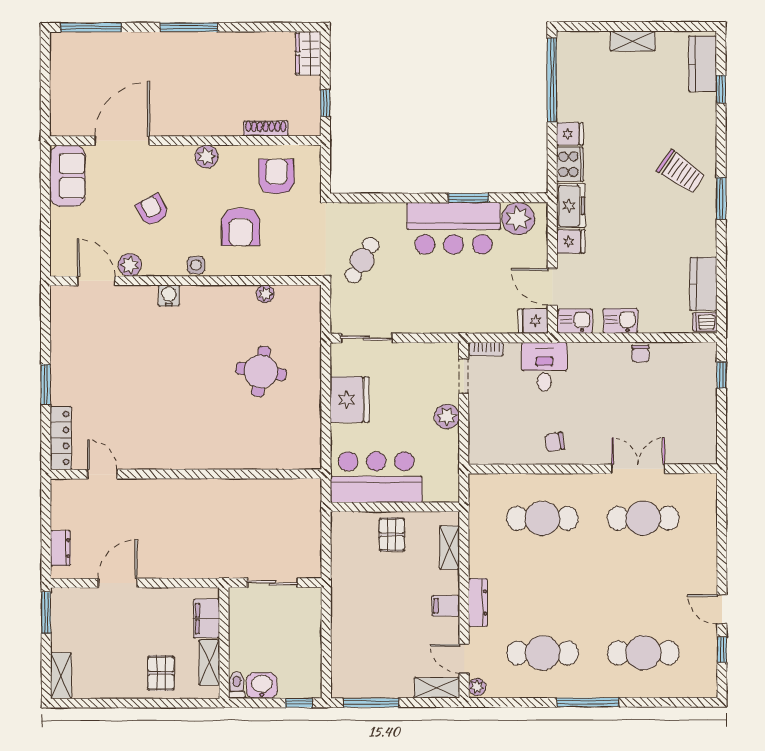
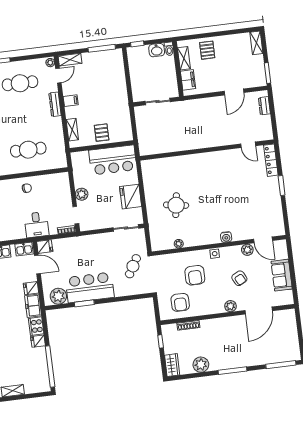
plant: (251, 47) -> (201, 365), added
plant: (206, 157) -> (230, 306), moved
sofa: (67, 176) -> (282, 275), moved
armchair: (241, 227) -> (195, 275), turned 180
door: (464, 659) -> (58, 76), hinge flipped

